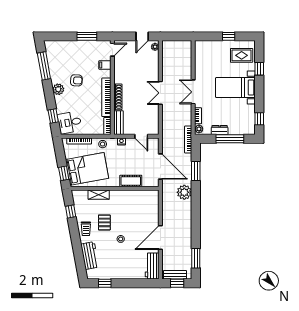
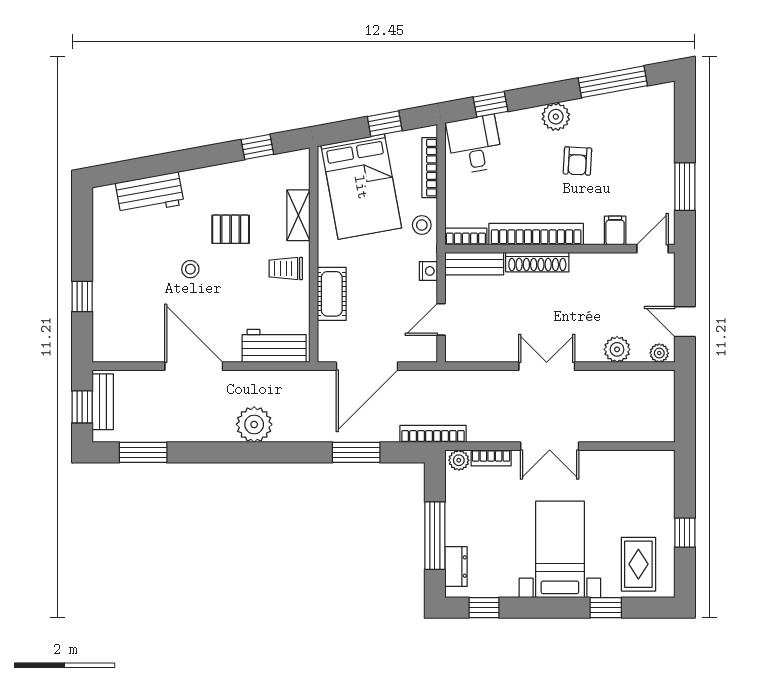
door: (112, 50) -> (652, 249), swing flipped
plant: (154, 64) -> (617, 349), added
double door: (193, 92) -> (550, 446), swing flipped
dresser: (220, 130) -> (456, 567), moved
window: (64, 173) -> (385, 124), moved
plant: (184, 192) -> (254, 424), moved
trolley: (86, 229) -> (286, 269), moved
workbench: (152, 266) -> (274, 346), moved
window: (105, 283) -> (82, 296), moved

